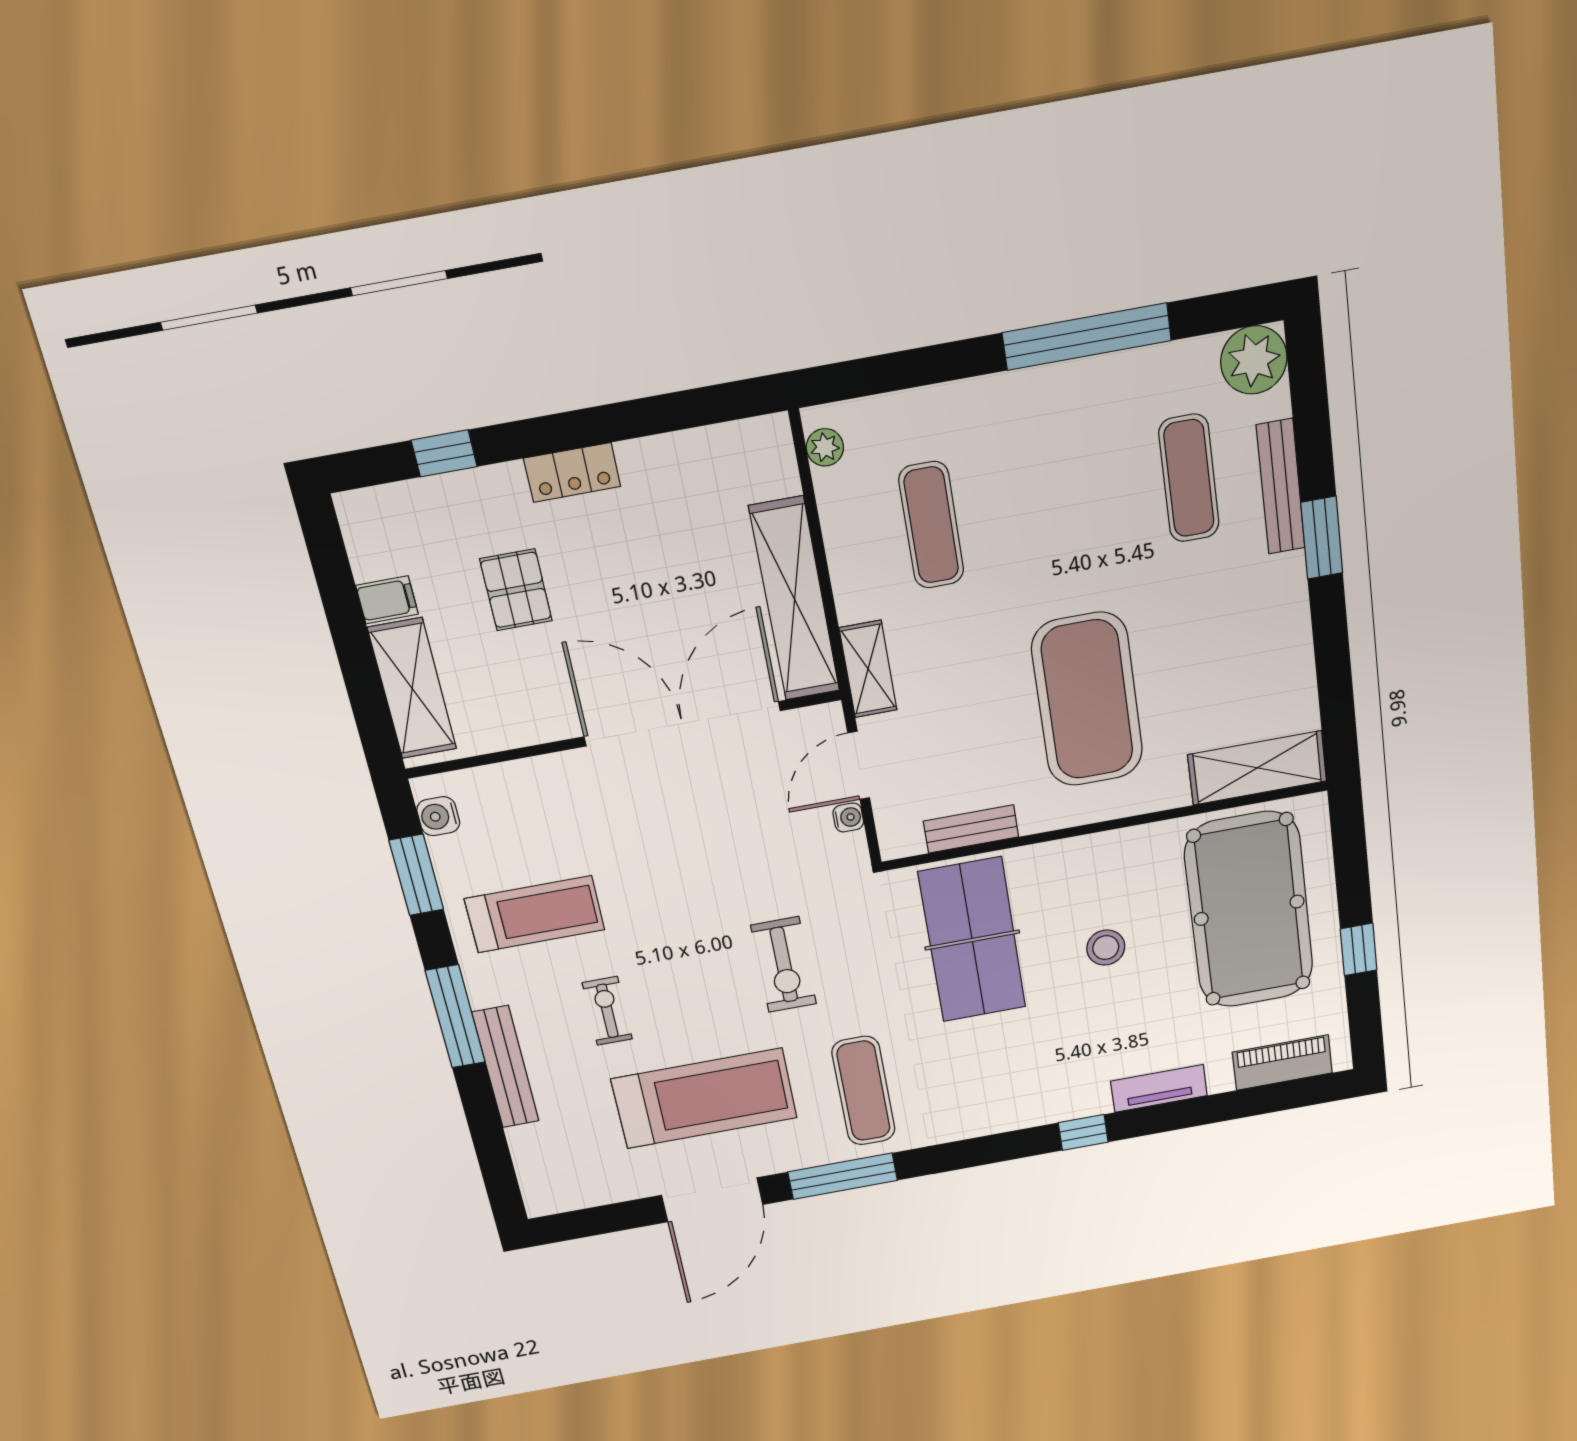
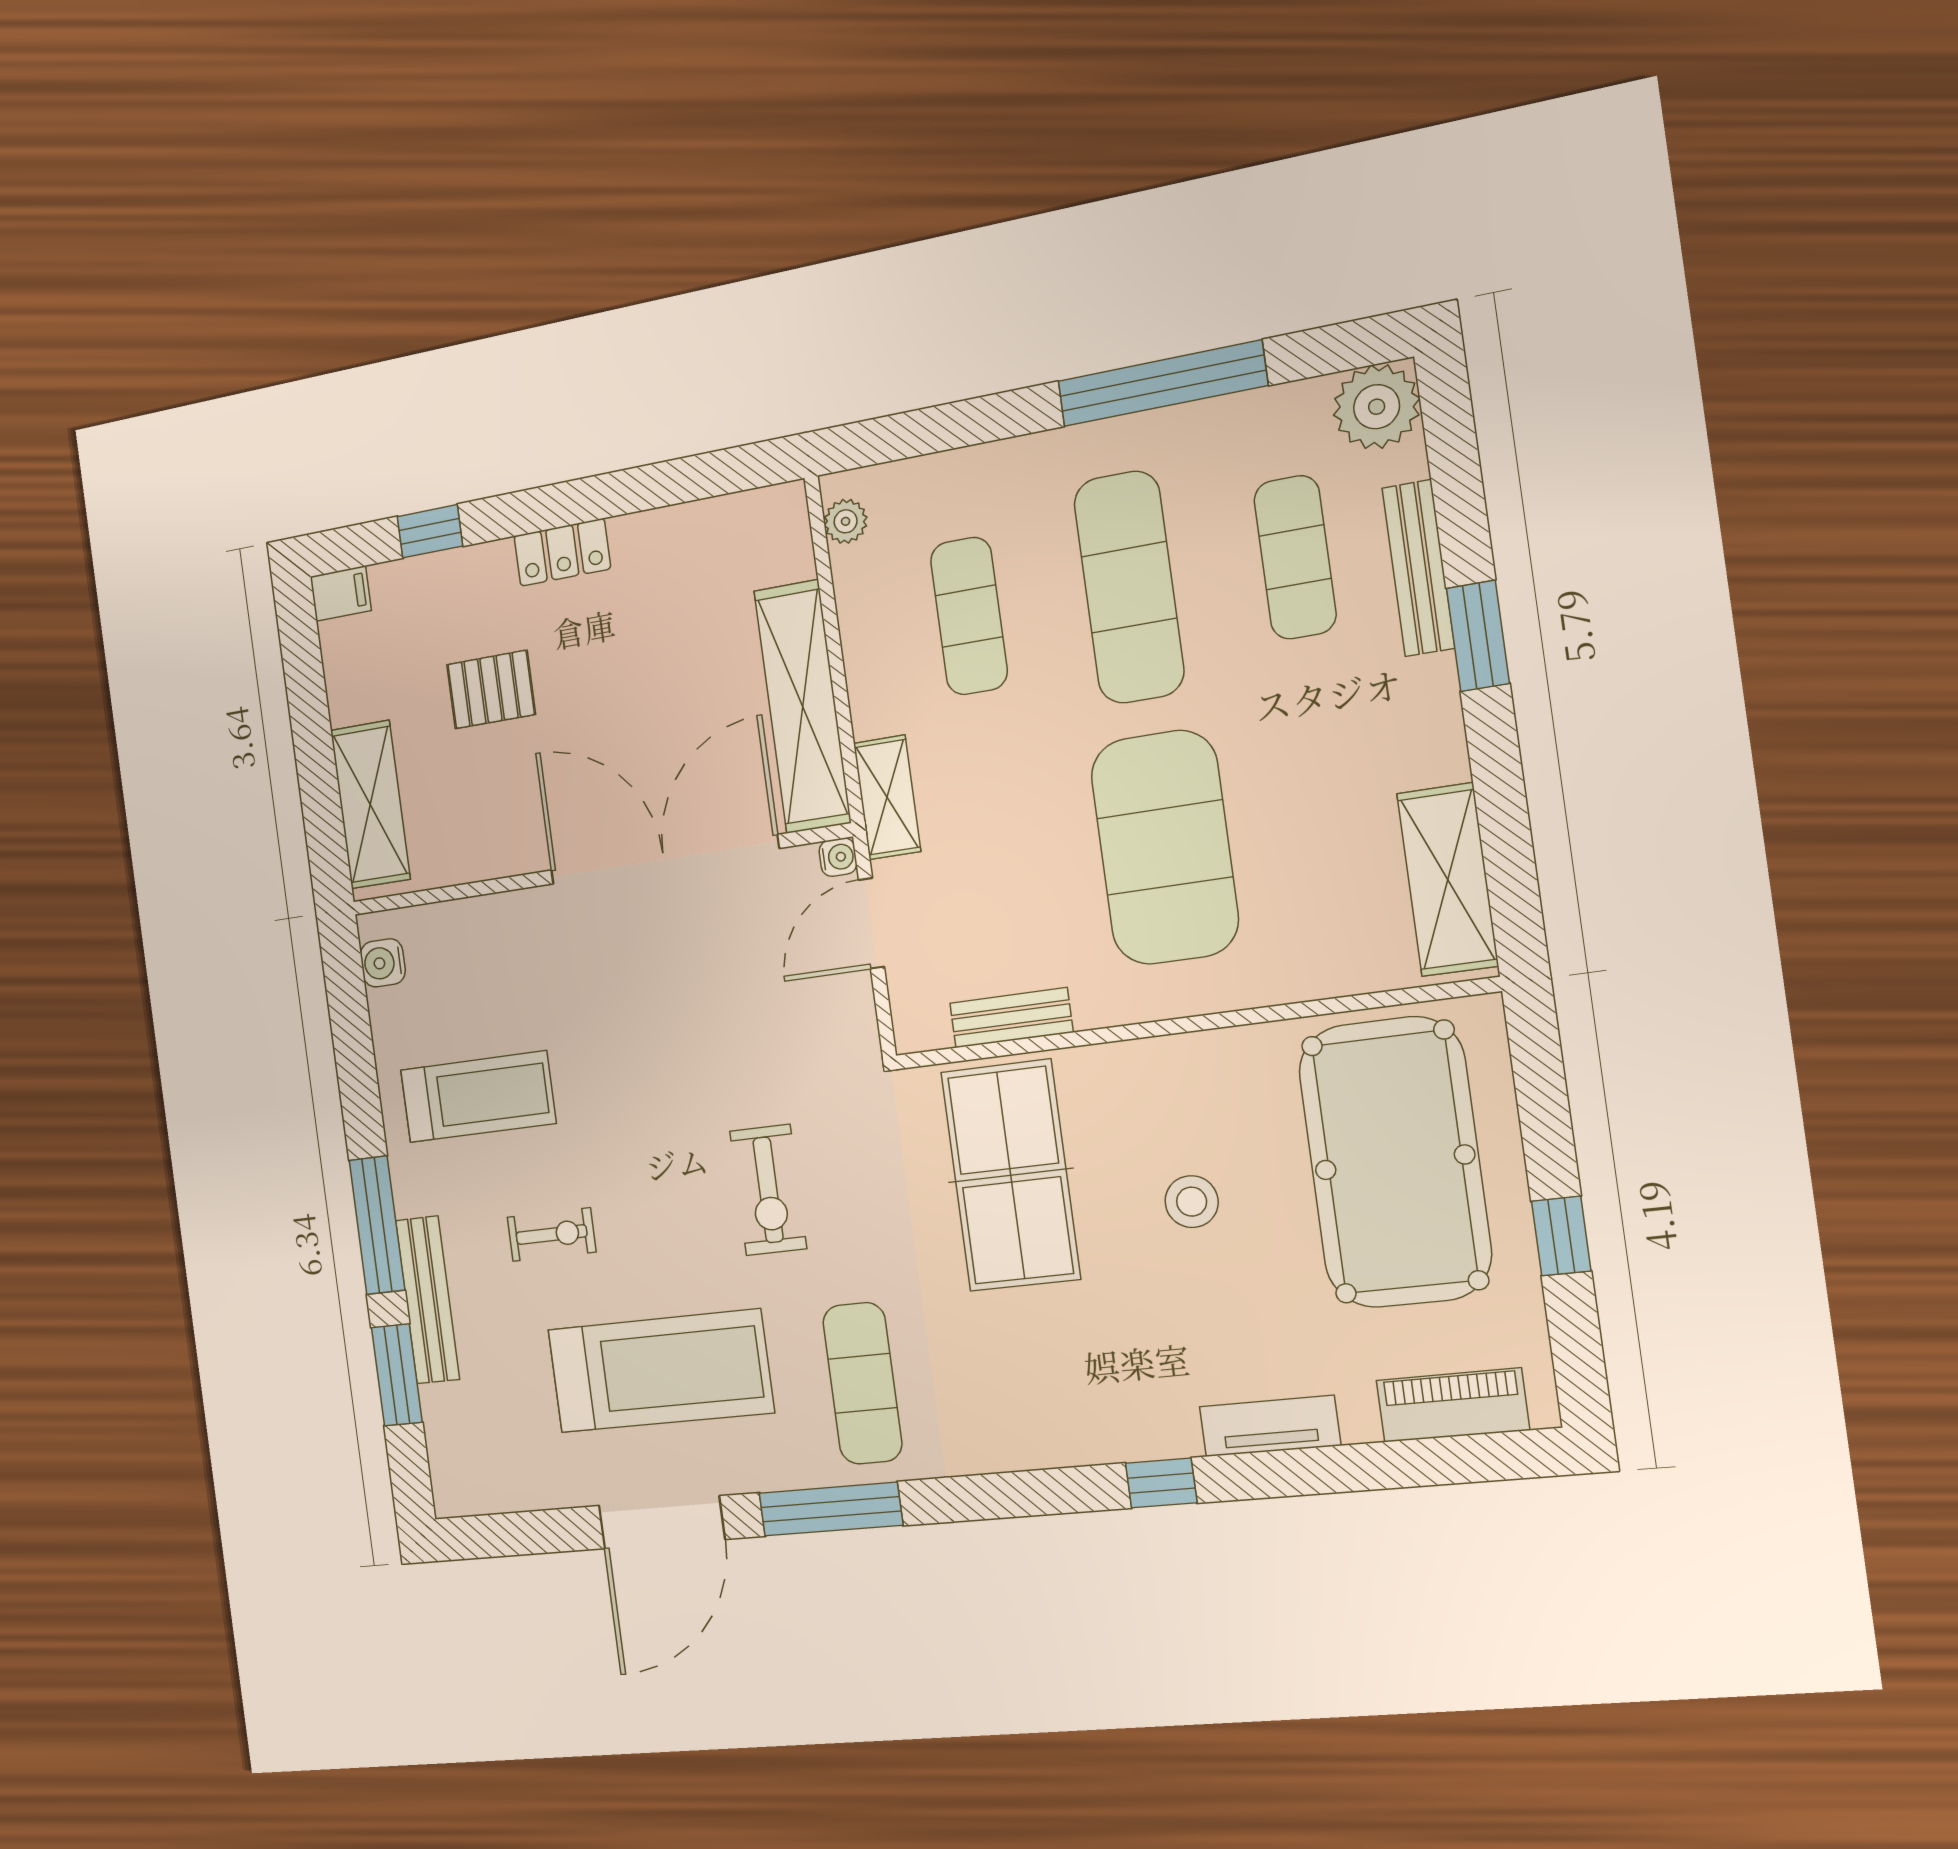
exercise mat: (1060, 502) -> (1129, 587), added
pallet: (516, 590) -> (491, 689), turned 90
filing cabinet: (387, 600) -> (341, 593), moved
shelving: (1257, 768) -> (1448, 880), moved, turned 90
water cooler: (848, 817) -> (838, 857), moved
window: (416, 875) -> (397, 1375), moved
exercise bike: (607, 1011) -> (552, 1235), turned 90

